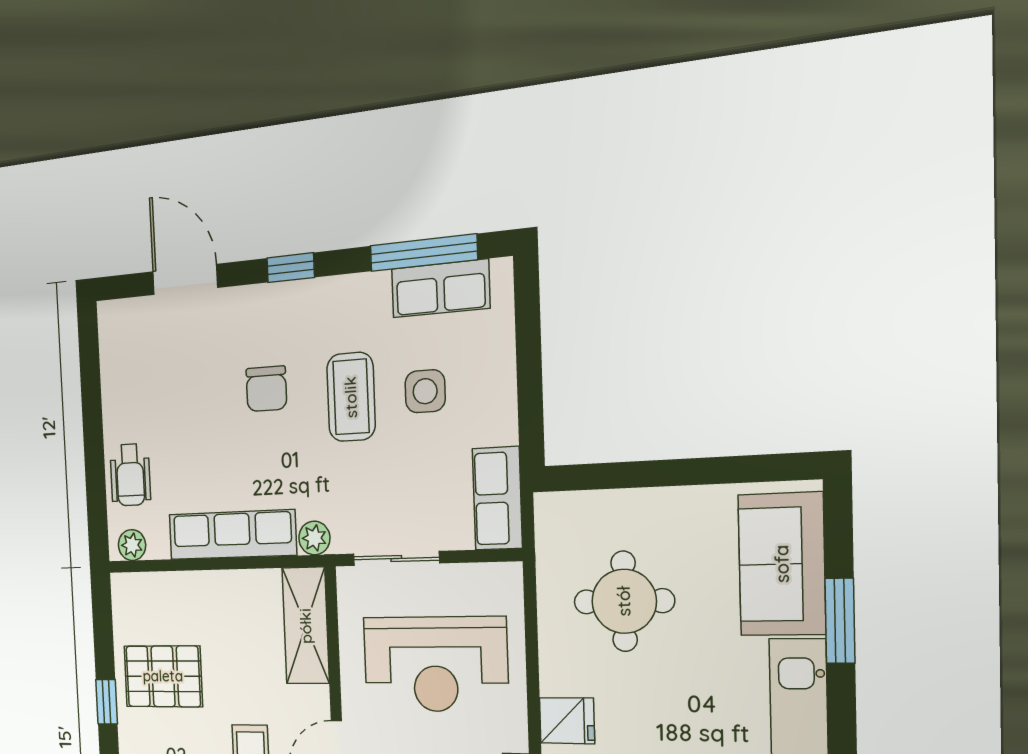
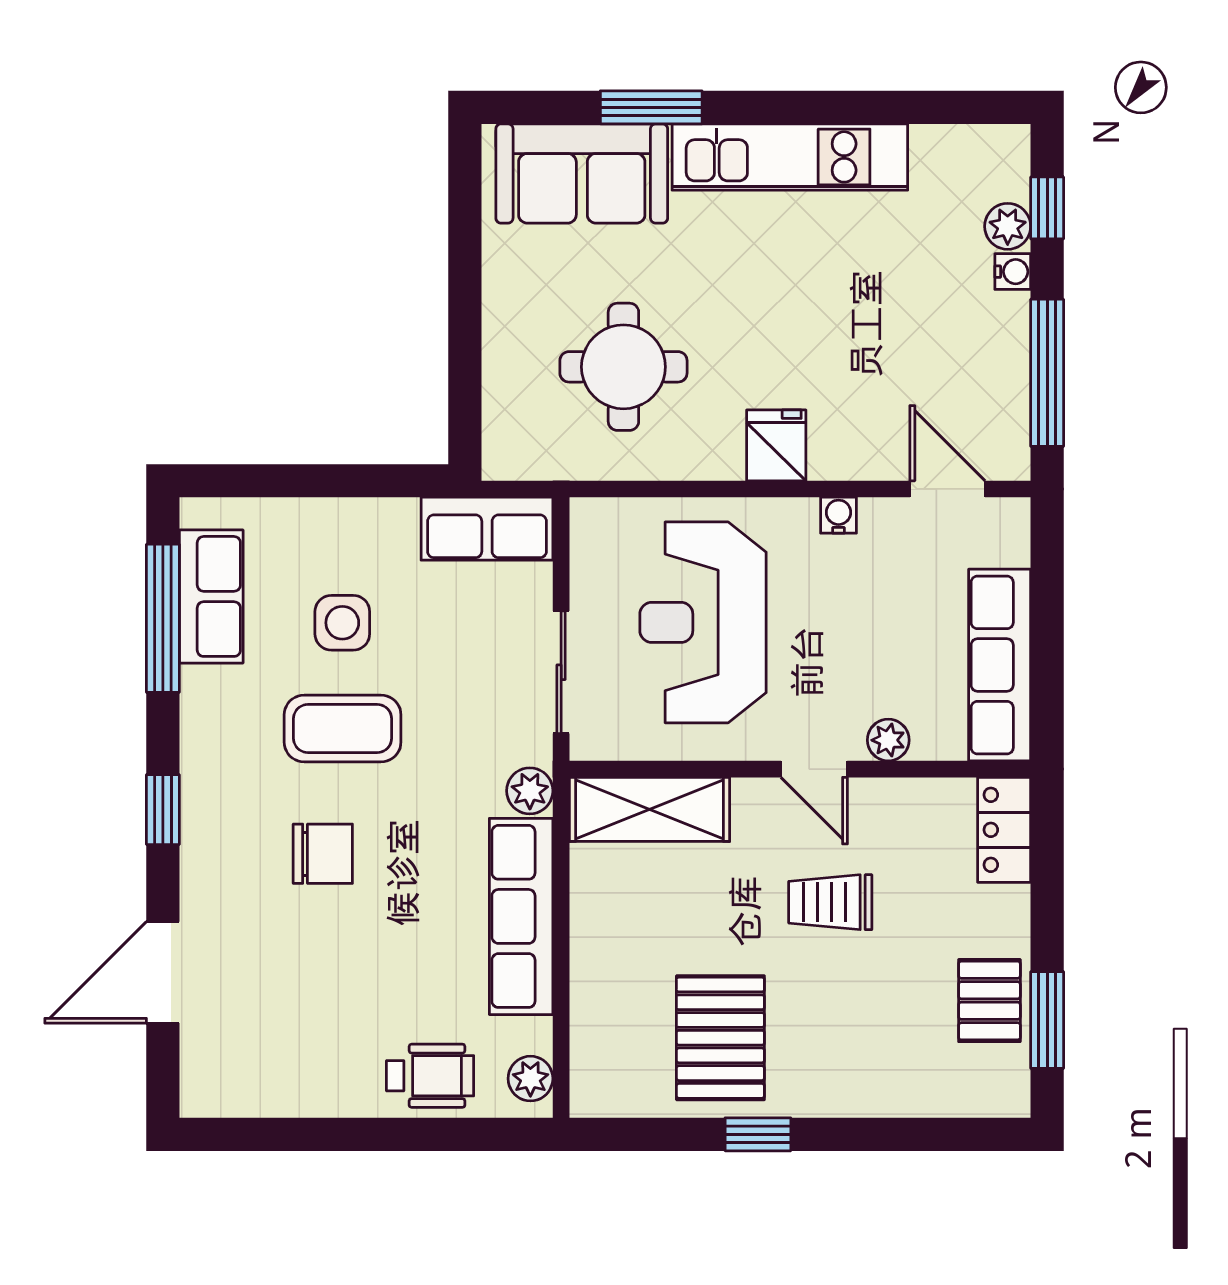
reception desk: (435, 664) -> (703, 622), turned 180

